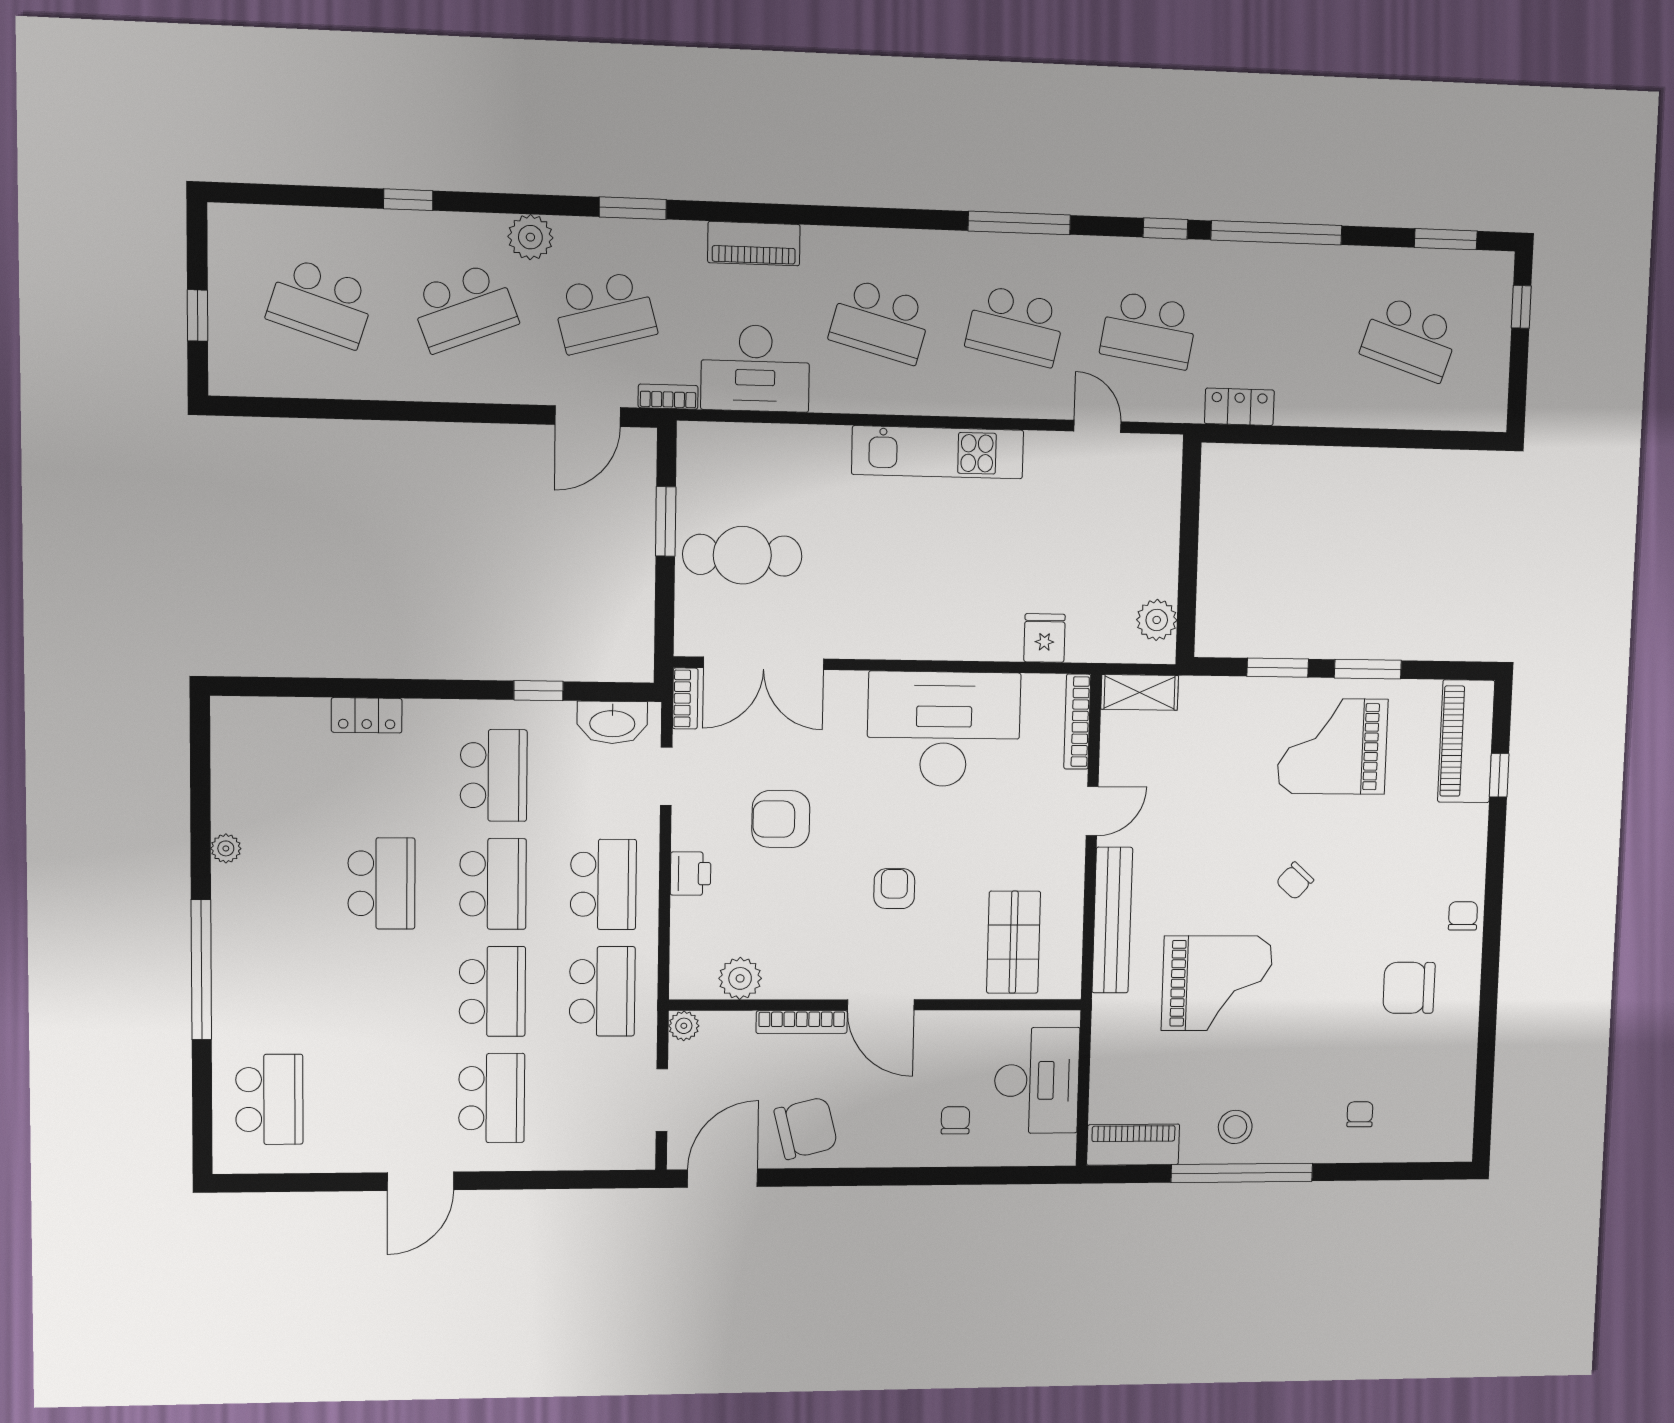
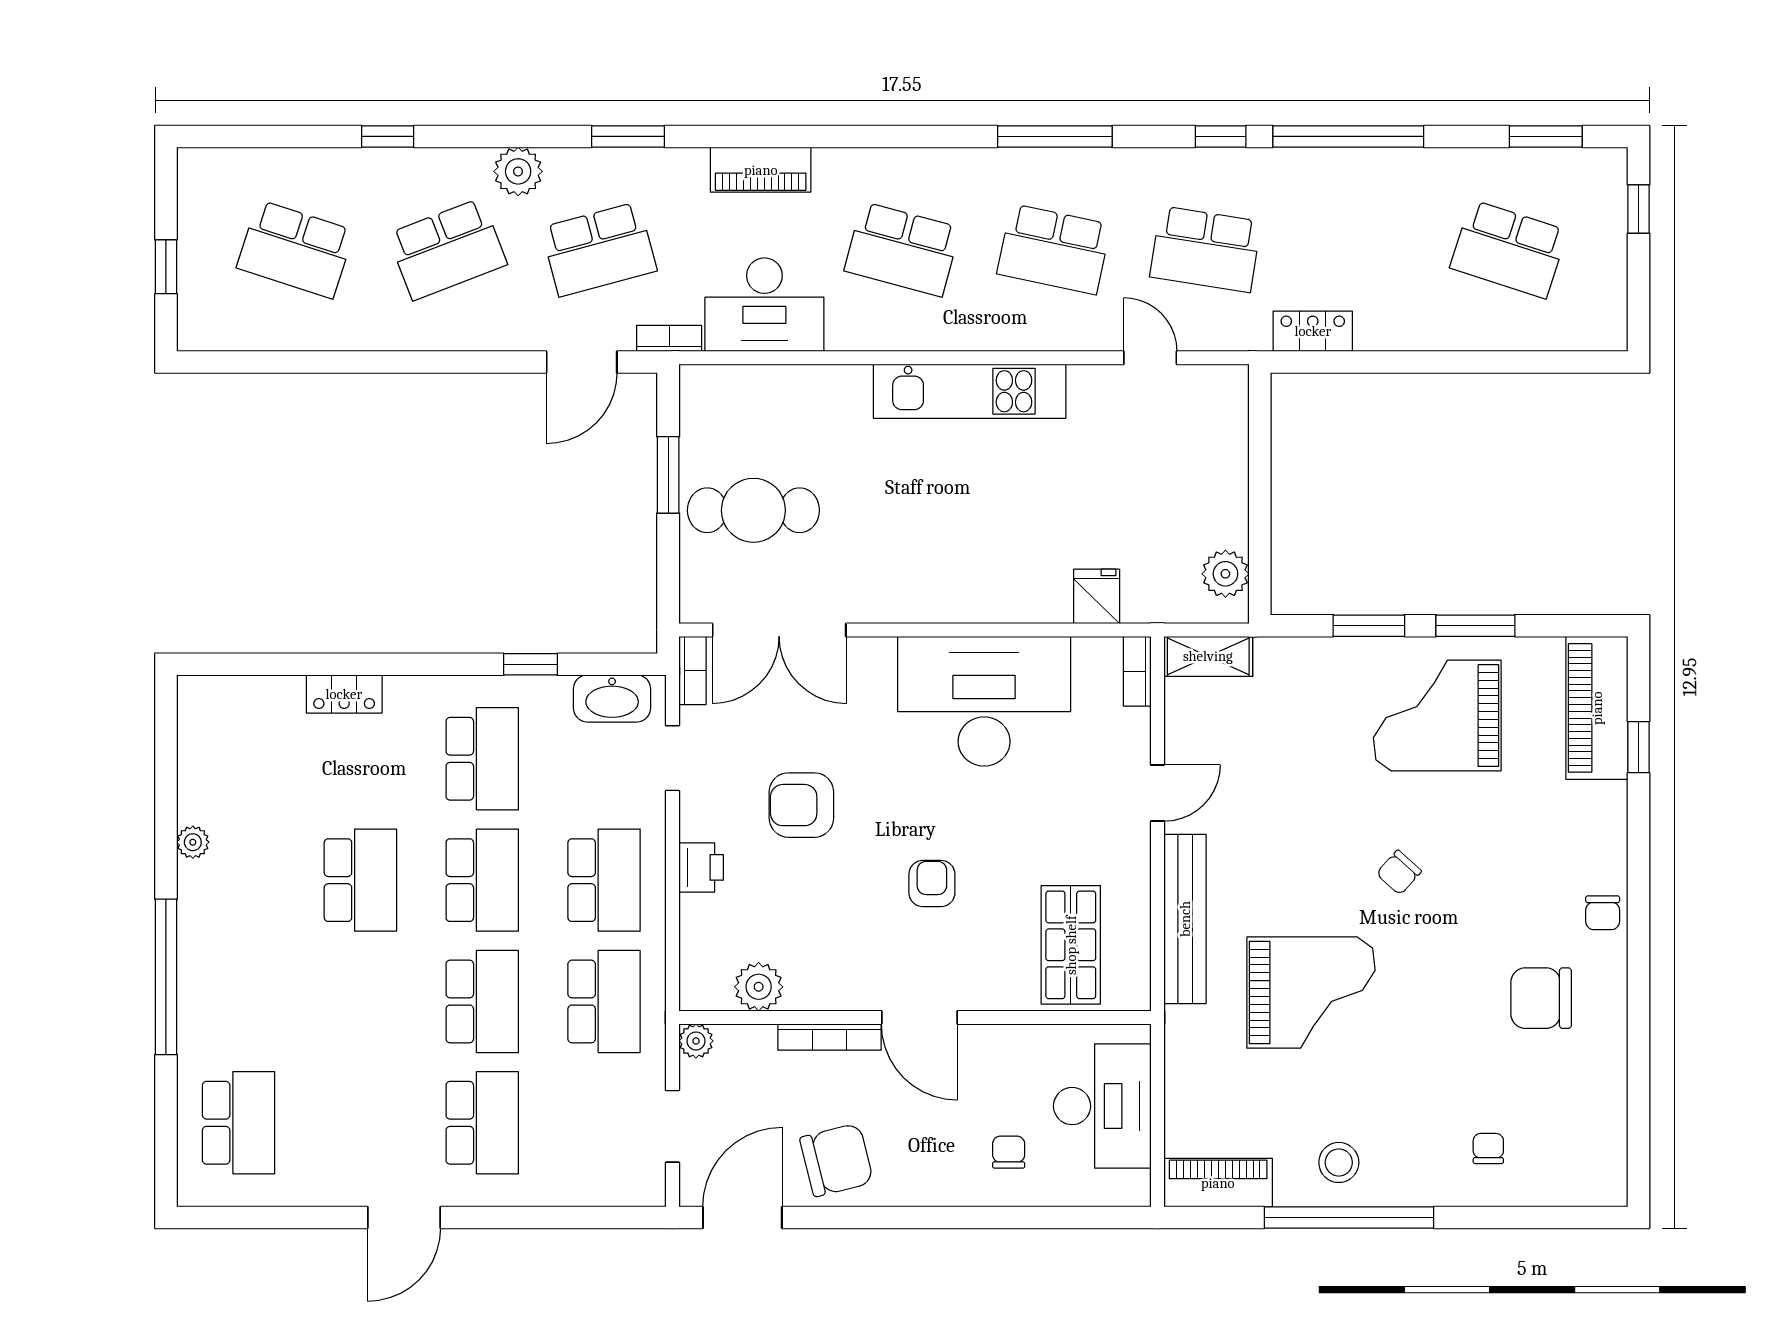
bookcase: (1077, 722) -> (1137, 671), width x0.64
chair: (1463, 916) -> (1603, 913), turned 180

